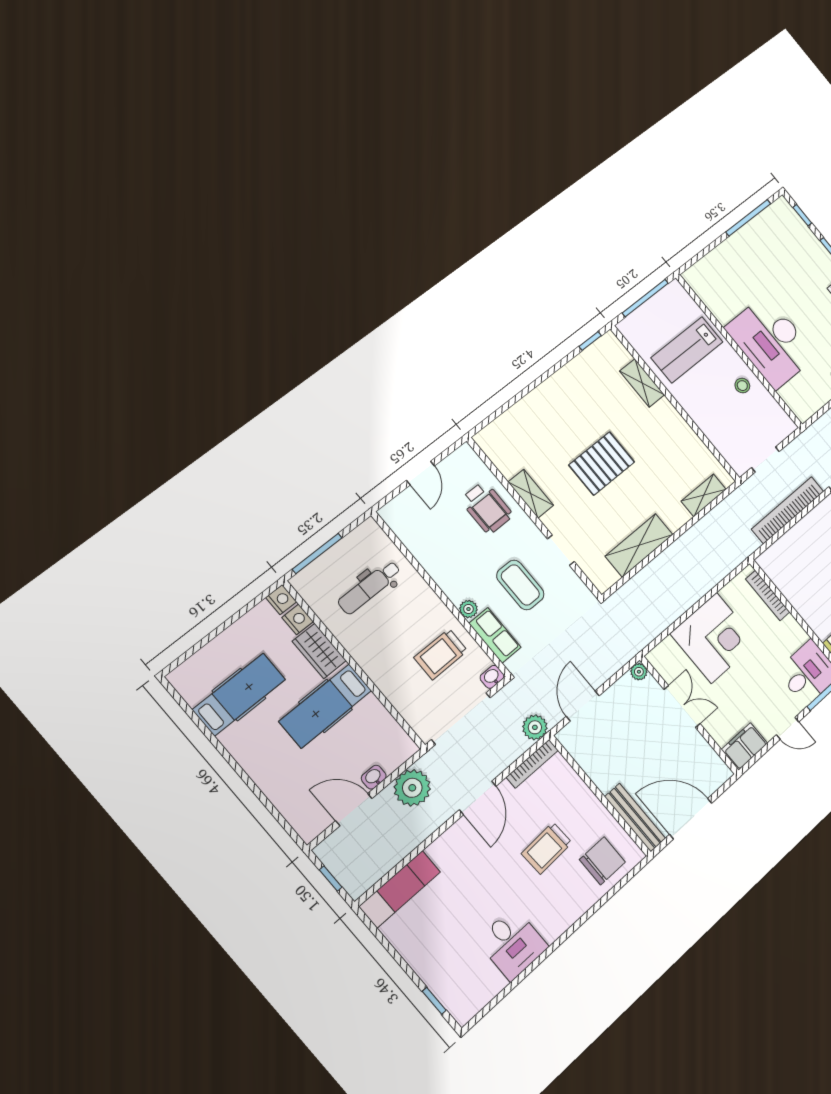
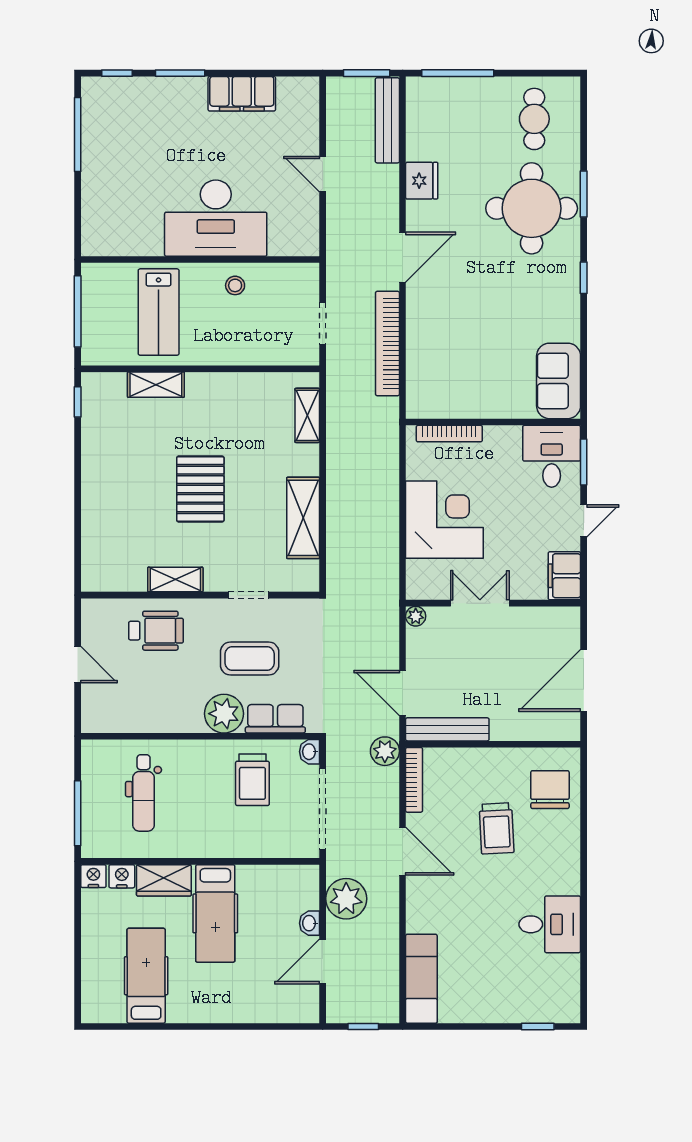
plant: (468, 609) -> (224, 714), width x1.88, depth x1.88
bench: (635, 818) -> (447, 729), moved

